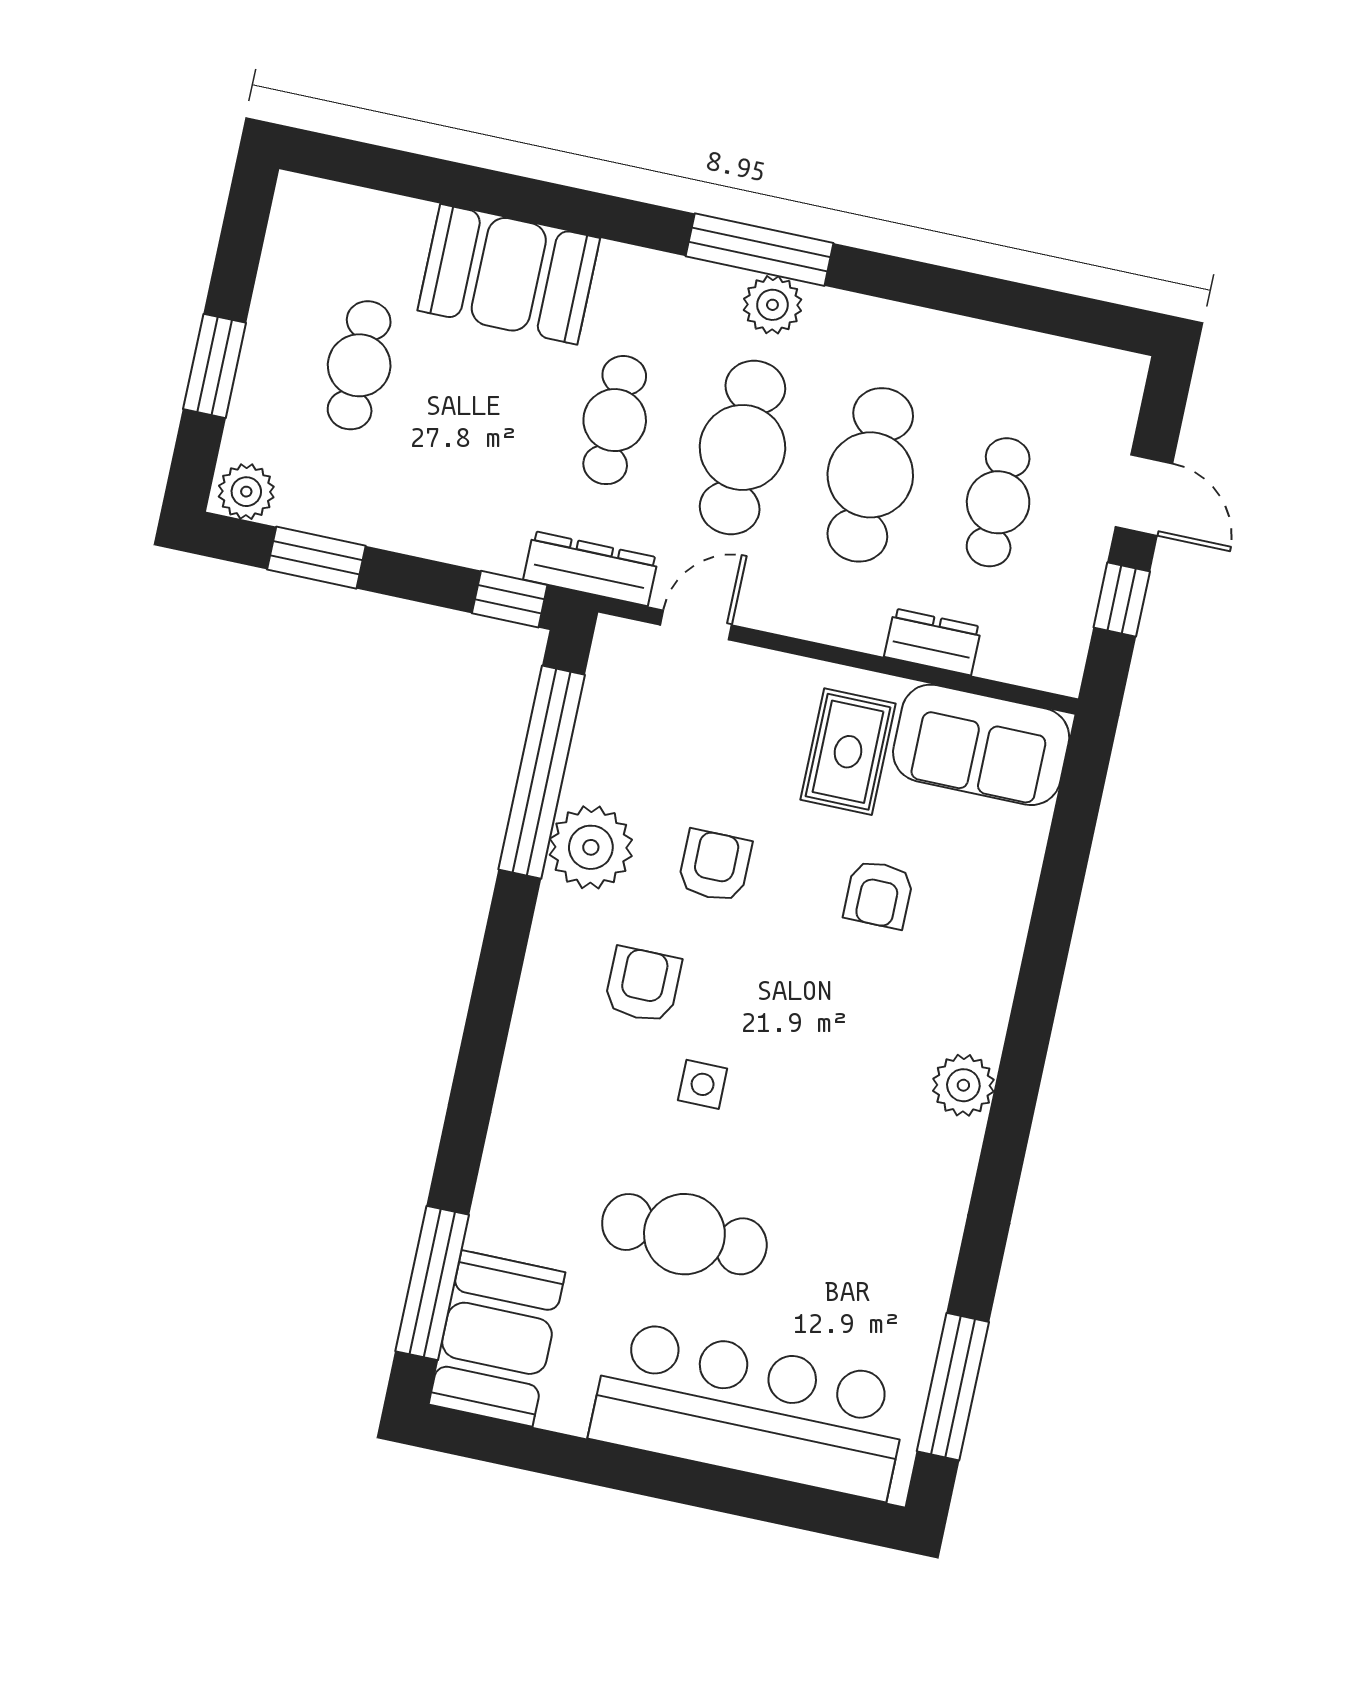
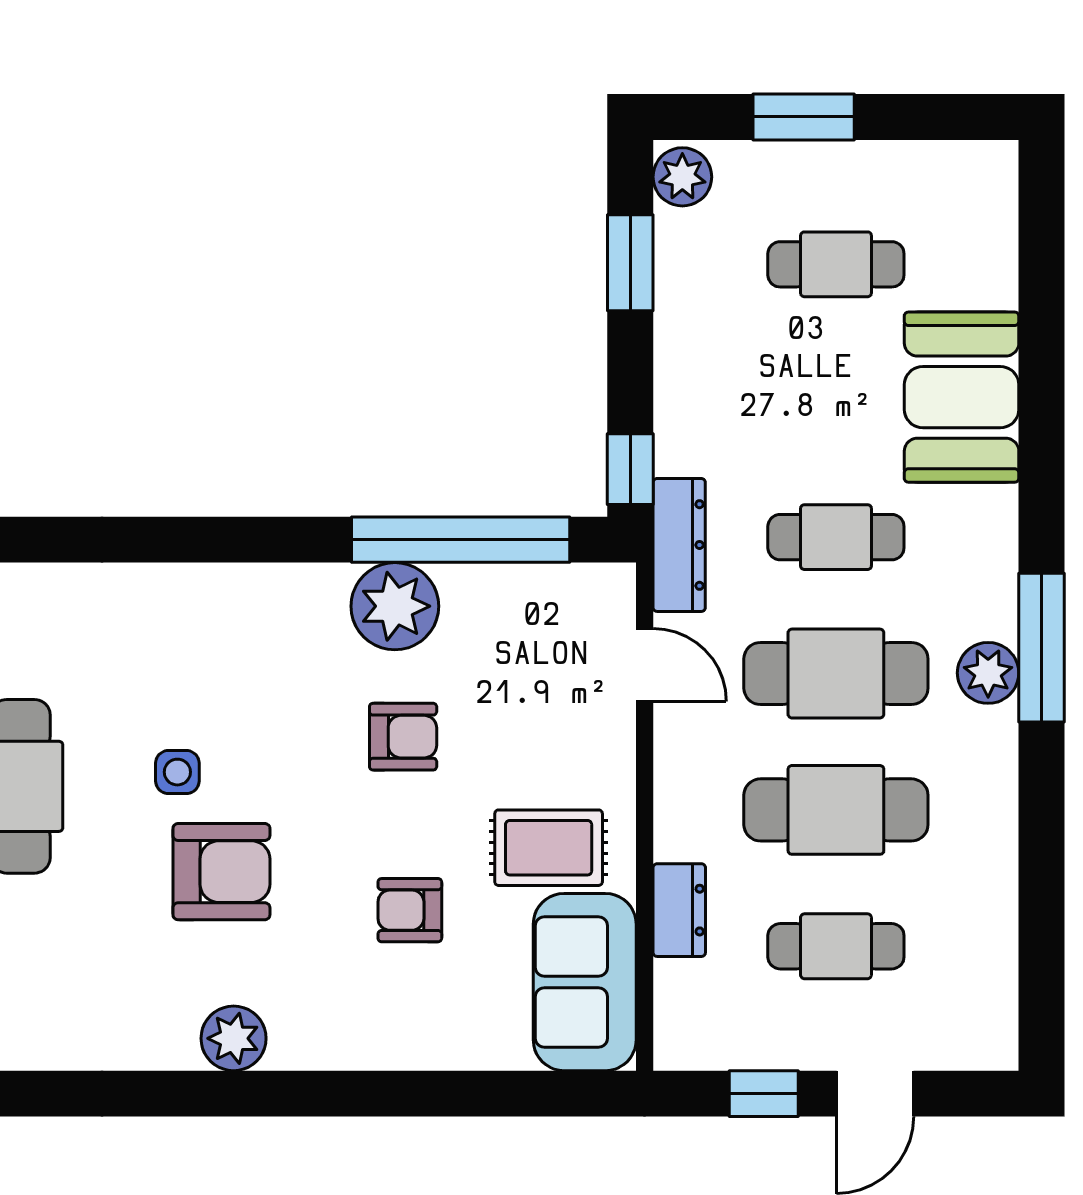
armchair: (643, 985) -> (221, 872), moved, width x1.38, depth x1.38

